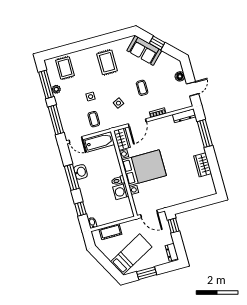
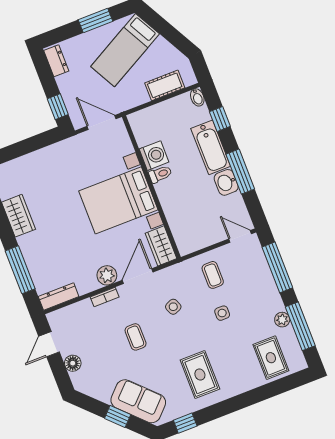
window: (118, 35) -> (185, 423), added
plant: (155, 125) -> (107, 275), added
bathtub: (99, 142) -> (211, 147), moved, turned -90

